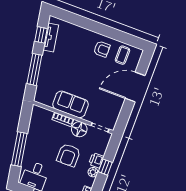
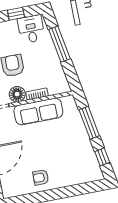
tv unit: (51, 37) -> (92, 160), removed
coffee table: (122, 55) -> (19, 183), removed
sofa: (70, 104) -> (38, 111), width x1.36

